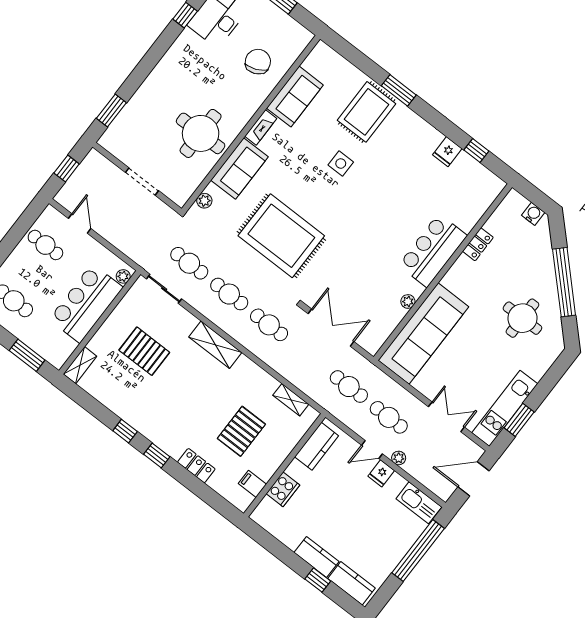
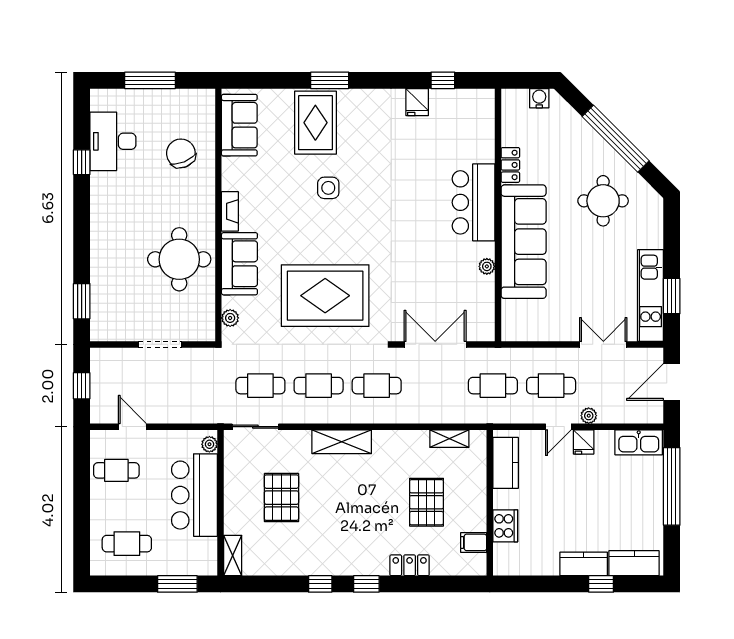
sofa: (295, 97) -> (239, 125), moved
sofa: (423, 334) -> (524, 242), moved
pallet: (144, 351) -> (281, 498), turned 90

